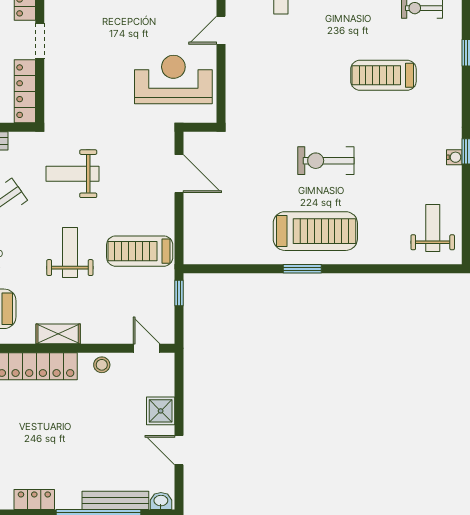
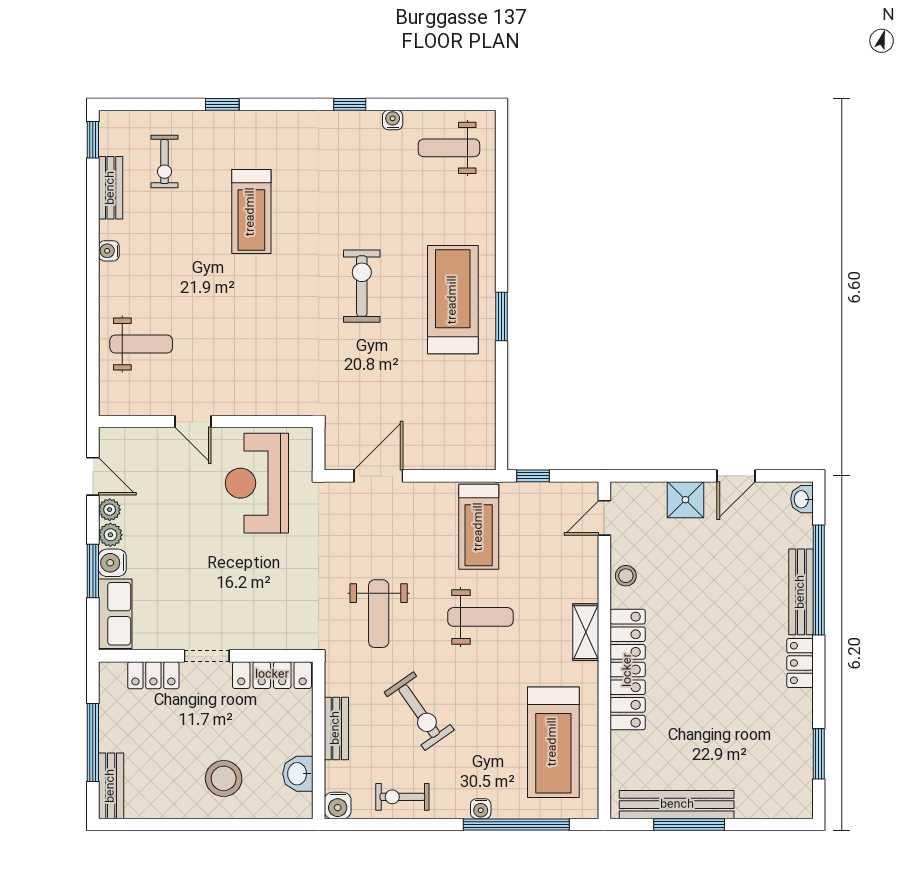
water cooler: (454, 157) -> (393, 120), moved
exercise bike: (326, 161) -> (362, 286), turned 180
weight bench: (70, 252) -> (480, 617), turned 180
bench: (115, 500) -> (801, 592), moved

